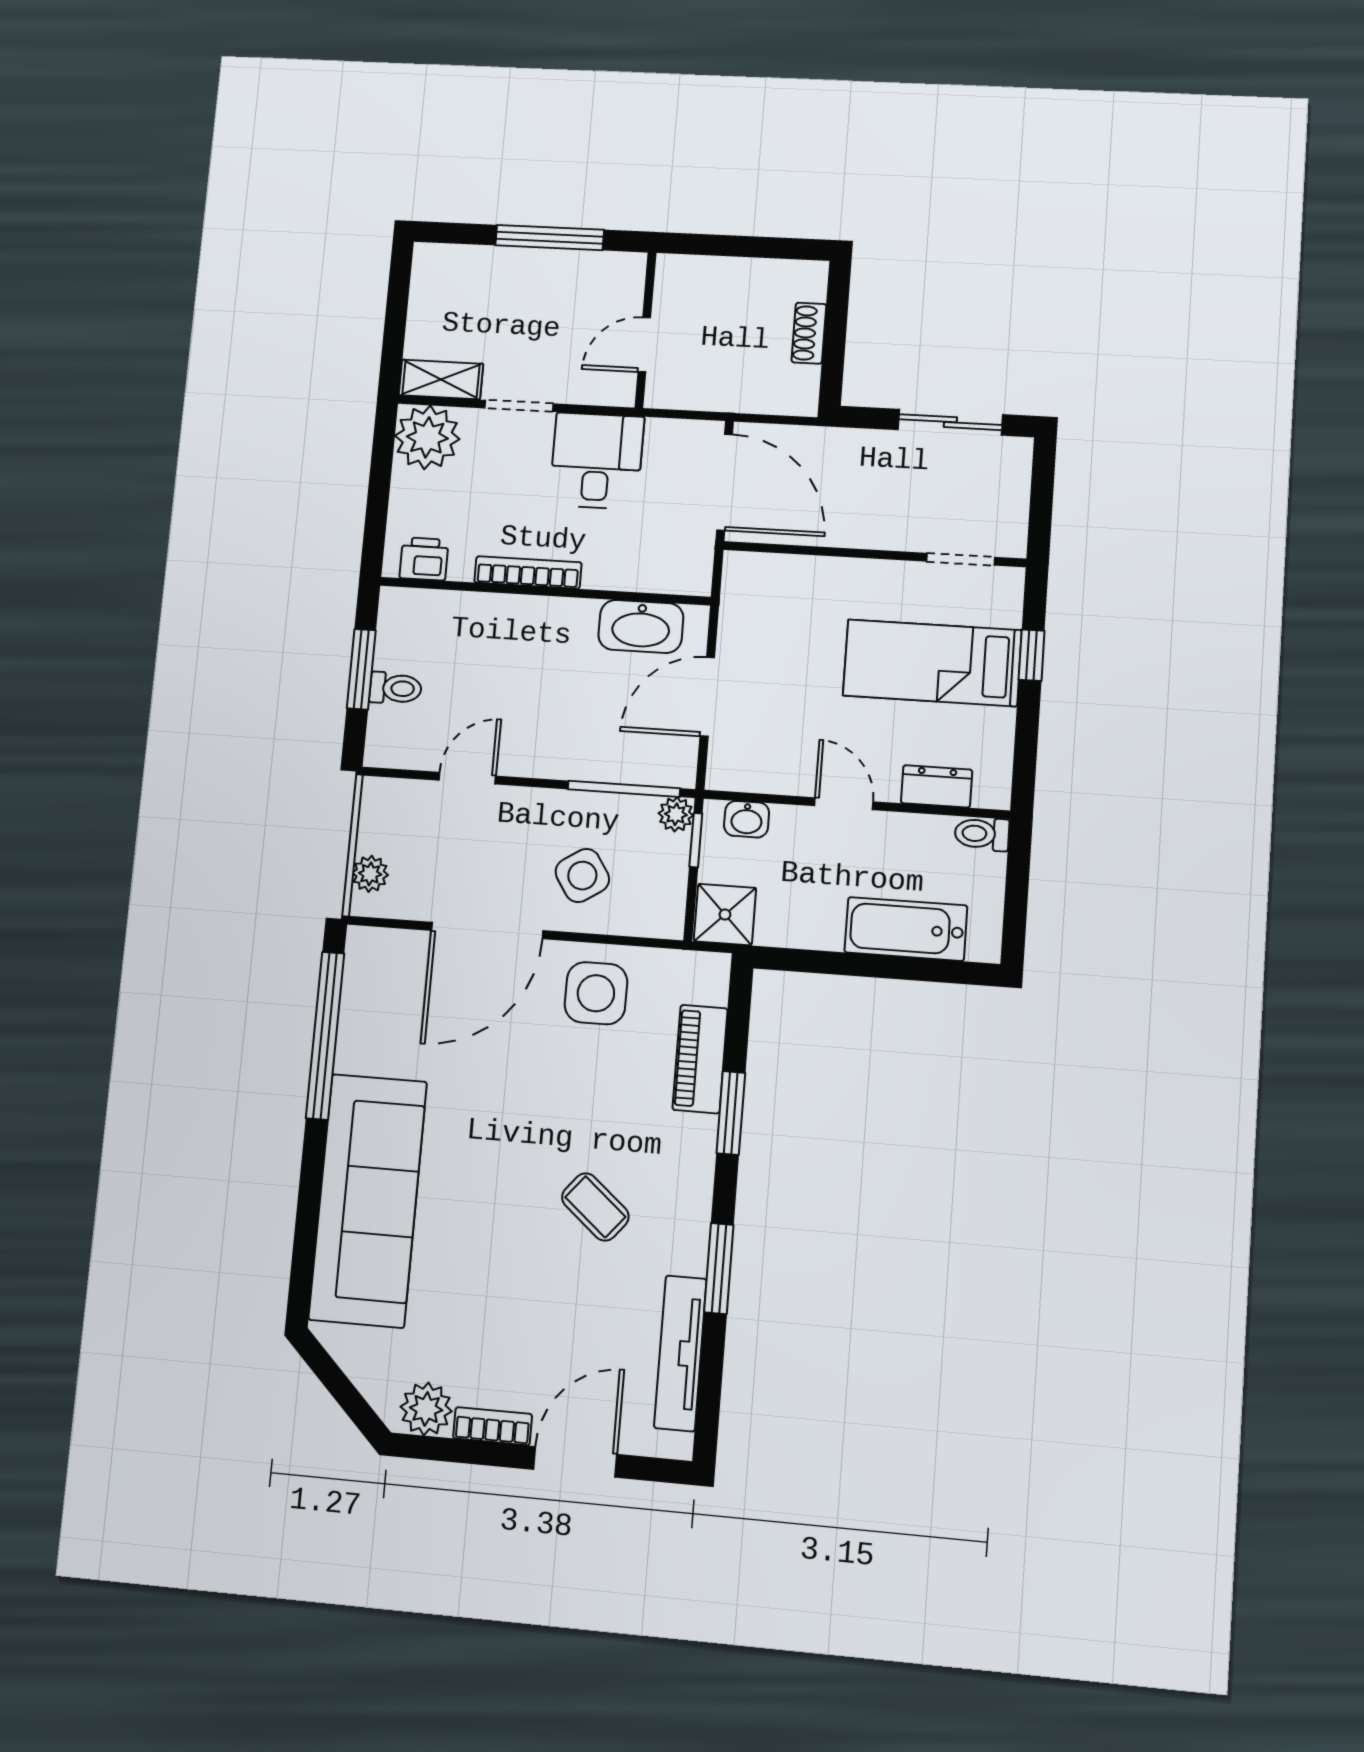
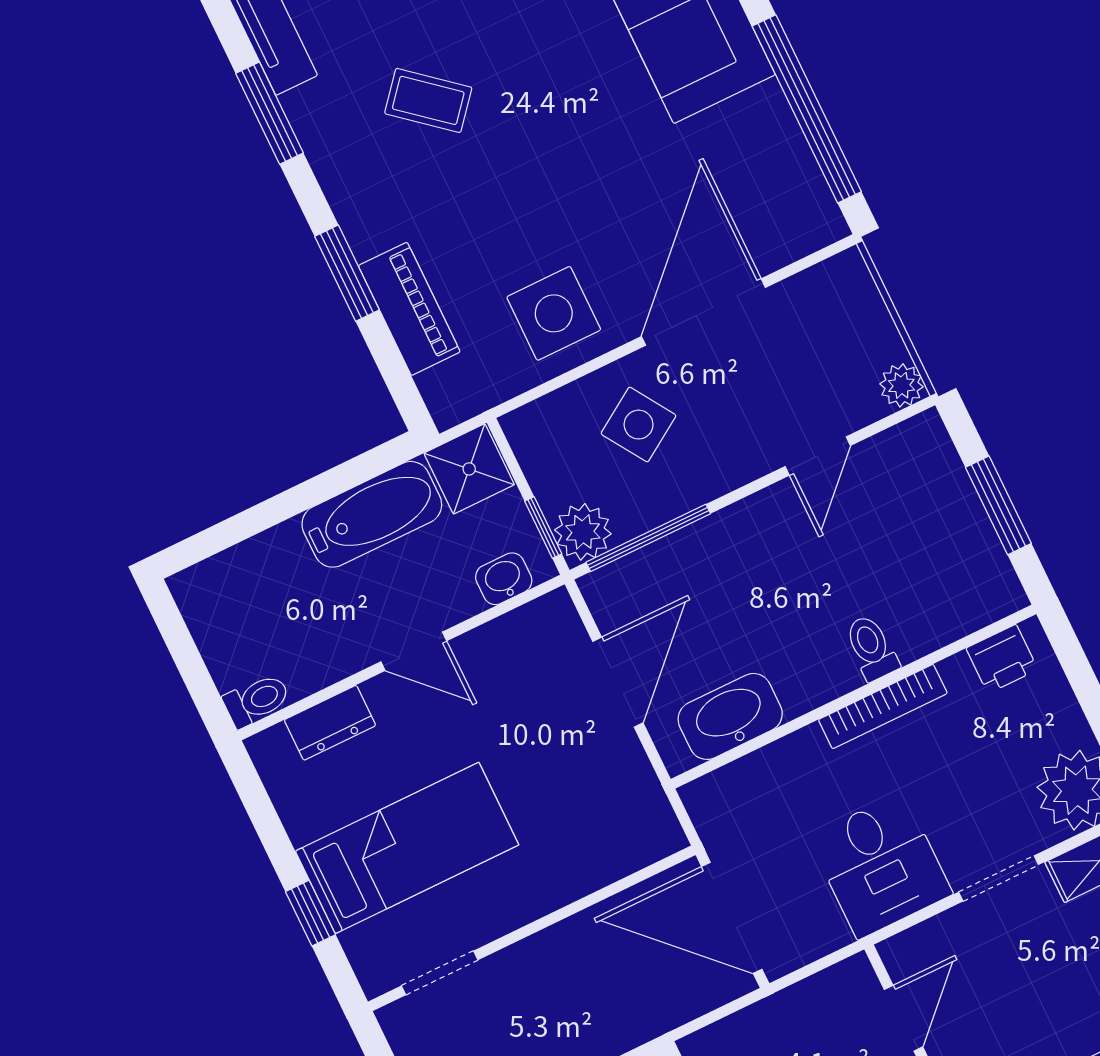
toilet: (396, 688) -> (871, 648), moved, turned 90
plant: (676, 814) -> (583, 532), width x1.38, depth x1.38
plant: (370, 874) -> (901, 385), moved
bathtub: (906, 929) -> (372, 514), moved

